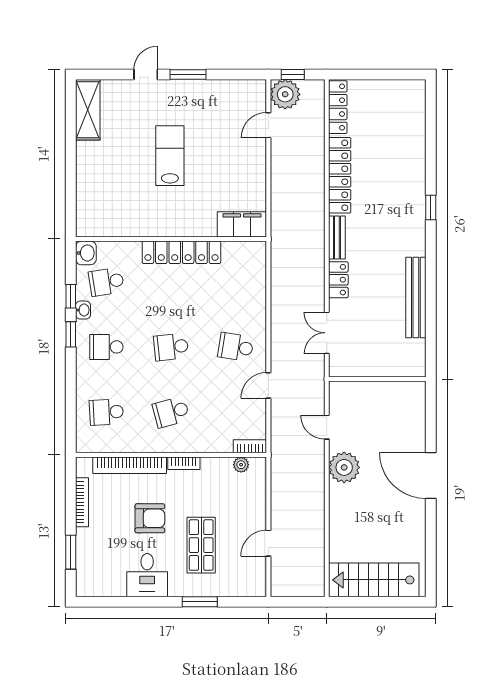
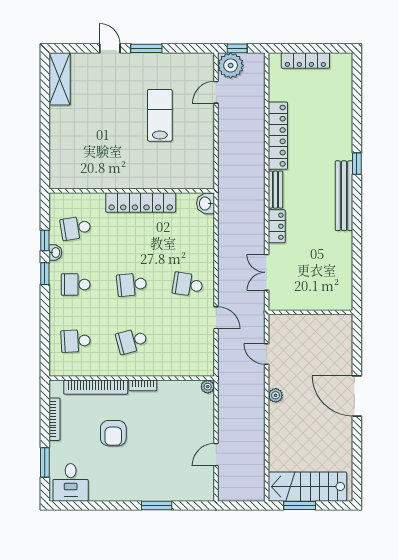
door: (146, 75) -> (110, 48), hinge flipped
locker: (338, 107) -> (305, 60), moved, turned 90
lab bench: (170, 156) -> (160, 115), moved
filing cabinet: (242, 224) -> (193, 178), removed
washbasin: (86, 253) -> (206, 203), moved, turned 180
bench: (416, 297) -> (344, 196), moved
door: (268, 385) -> (216, 318), swing flipped
bookcase: (250, 446) -> (200, 371), removed
plant: (241, 465) -> (208, 387), moved
plant: (344, 467) -> (276, 395), width x0.53, depth x0.53
armchair: (150, 518) -> (113, 433), turned 90
shop shelf: (201, 545) -> (158, 456), removed
desk: (147, 575) -> (71, 482), moved
window: (365, 602) -> (300, 505), added

